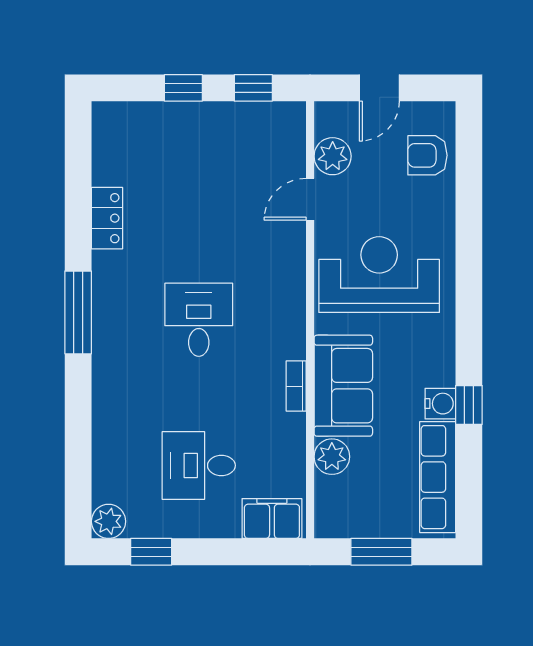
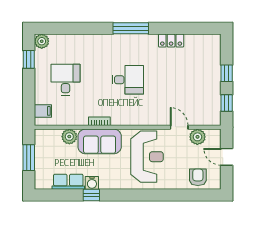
row of seats: (438, 477) -> (68, 182), width x0.68
filing cabinet: (272, 518) -> (43, 111), width x0.50

